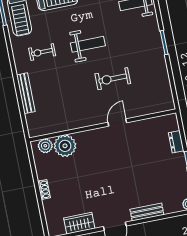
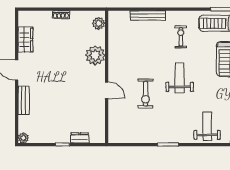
weight bench: (88, 44) -> (180, 78), turned 180
exercise bike: (113, 79) -> (145, 94), turned 180
plant: (65, 146) -> (95, 55), moved

